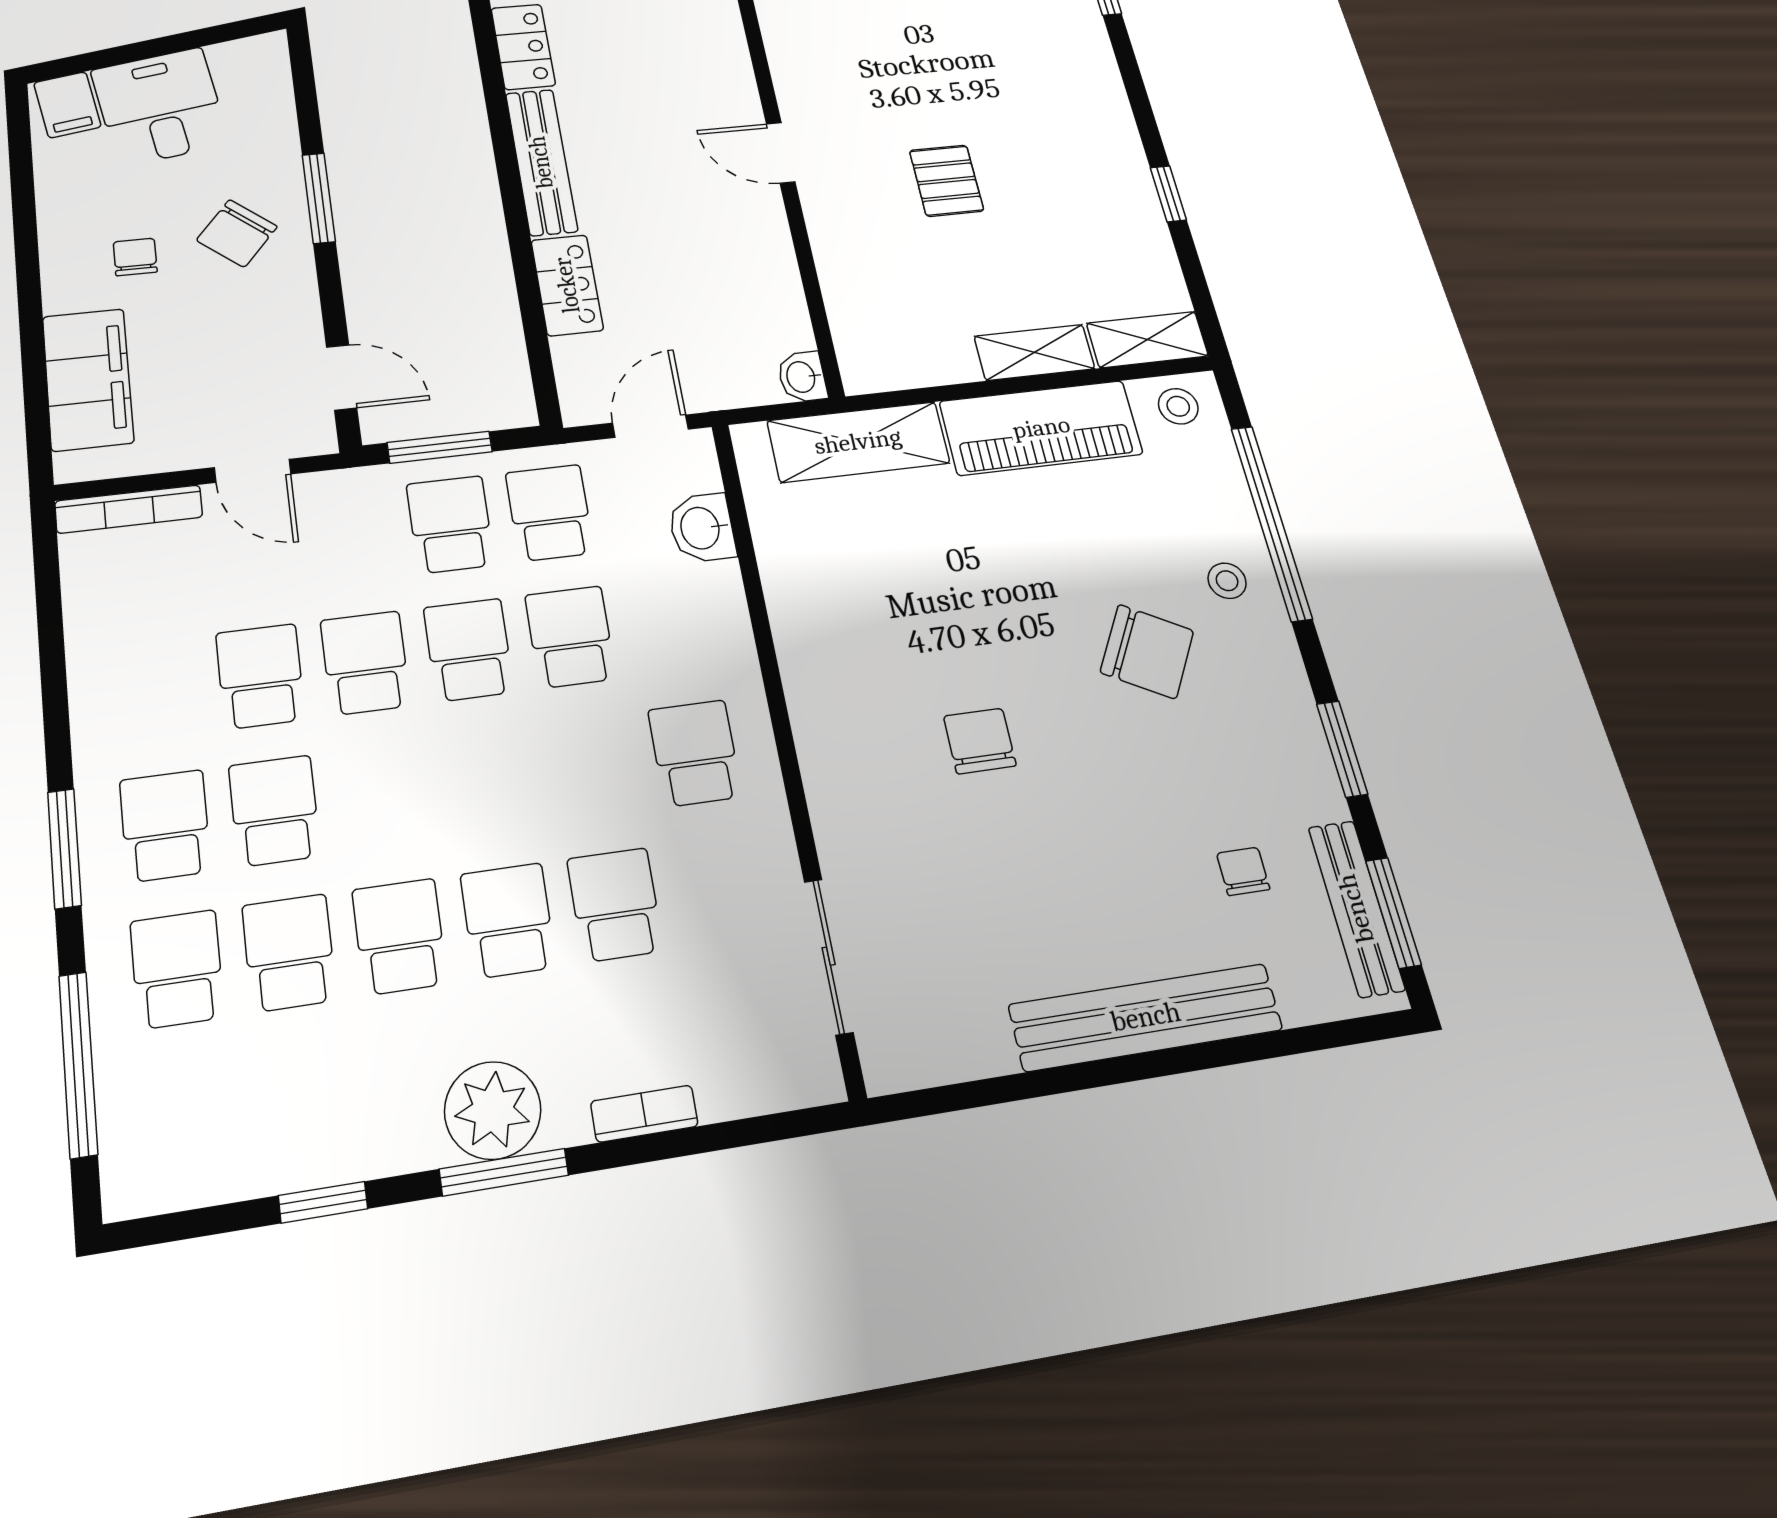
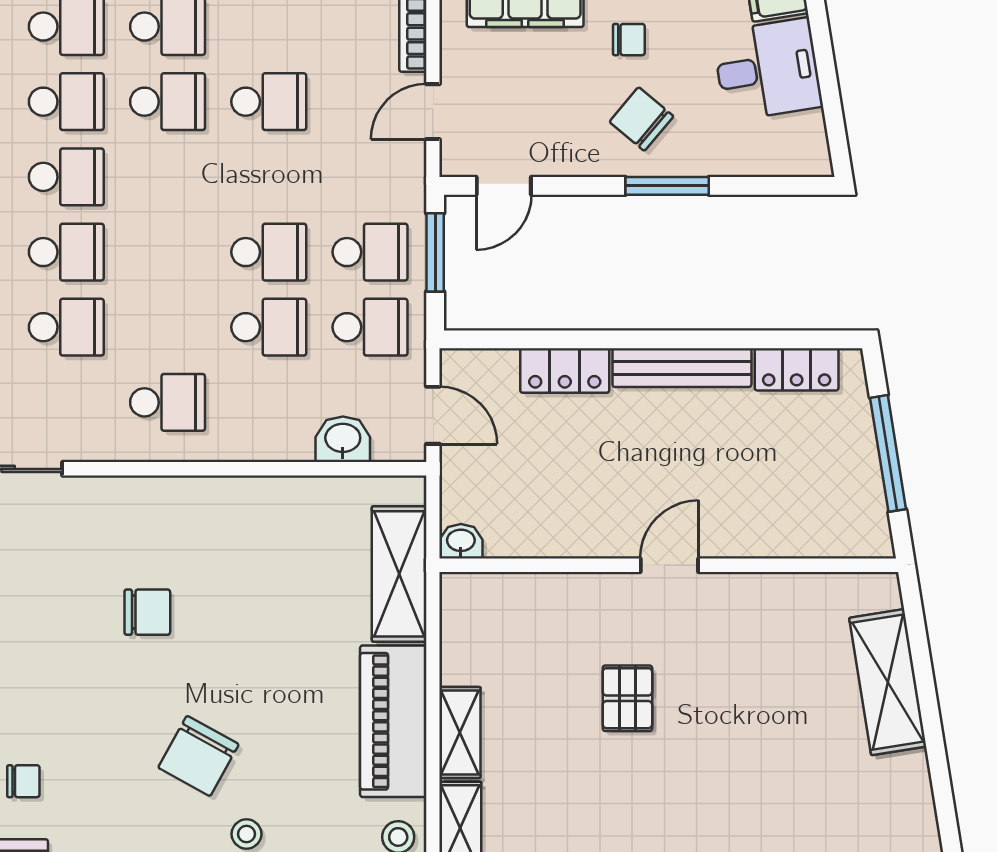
pallet: (947, 181) -> (627, 698), turned 90
school desk: (365, 663) -> (269, 177), removed

